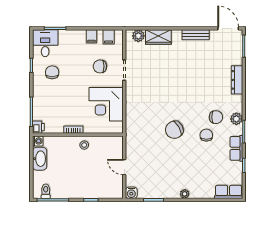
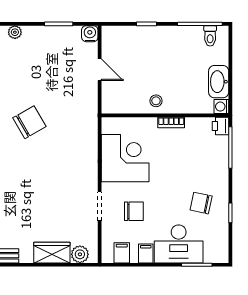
desk: (45, 43) -> (179, 244), moved, width x1.37
chair: (52, 72) -> (201, 203), turned 102

